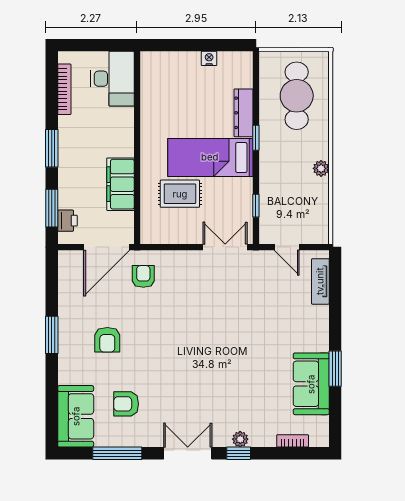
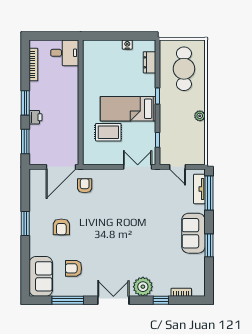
desk: (113, 79) -> (65, 53), width x0.73
dresser: (243, 113) -> (149, 62), moved, width x0.70
filing cabinet: (120, 184) -> (70, 126), removed
printer: (67, 221) -> (36, 117), moved
window: (335, 288) -> (209, 193), added
sofa: (311, 384) -> (193, 233), moved
plant: (240, 439) -> (143, 287), width x1.87, depth x1.87
window: (239, 453) -> (161, 300), moved

